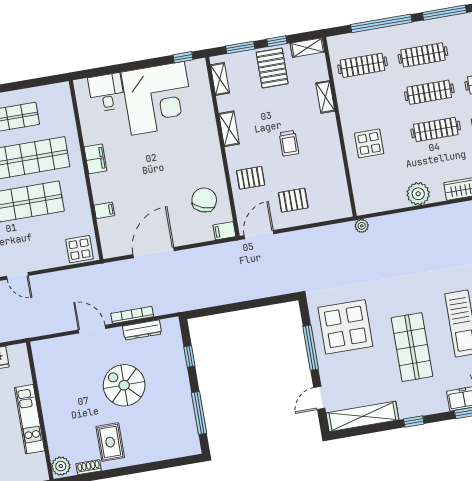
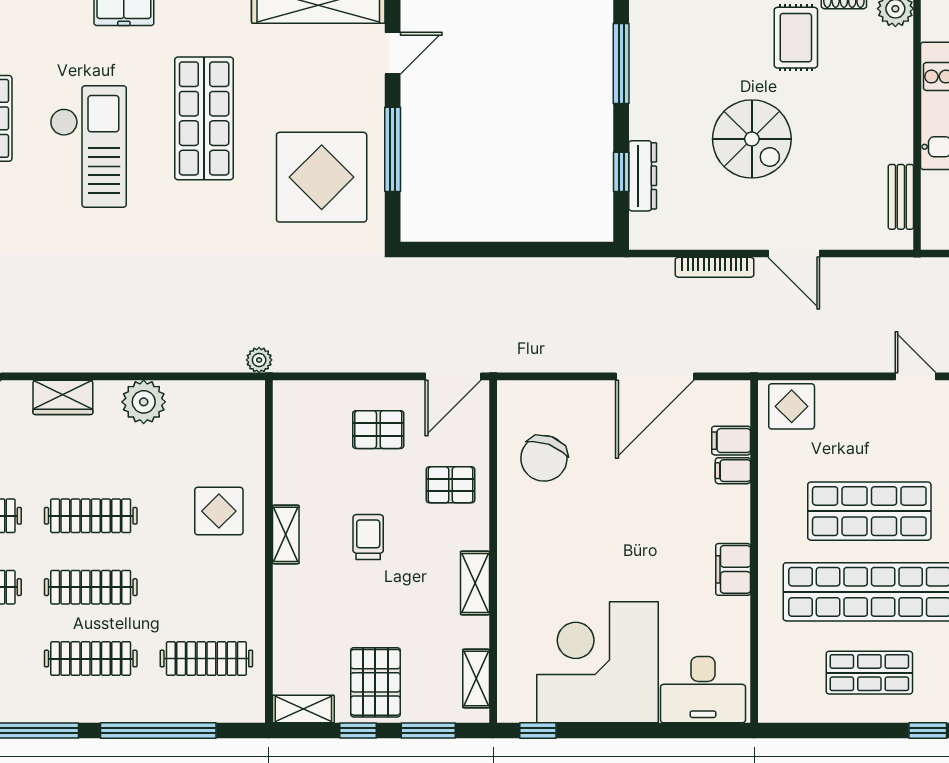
desk: (106, 92) -> (703, 690), width x1.37
shelving: (325, 97) -> (286, 534), moved
filing cabinet: (224, 231) -> (731, 441), moved, turned 180
dresser: (142, 330) -> (643, 176), moved, turned 90
bench: (41, 368) -> (901, 197), added

